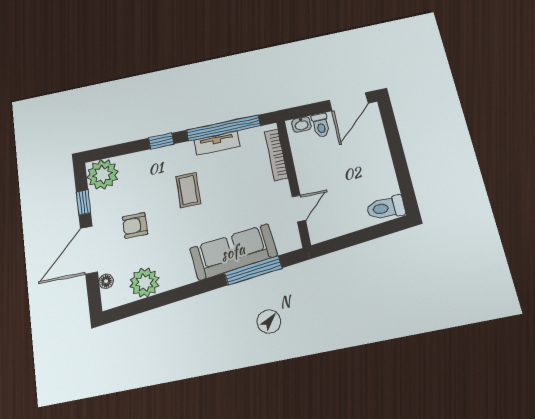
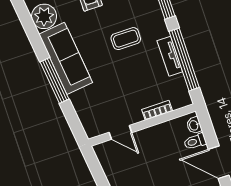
bookcase: (276, 155) -> (157, 110), width x0.64
sofa: (233, 252) -> (66, 58), moved
window: (253, 270) -> (55, 80), moved

